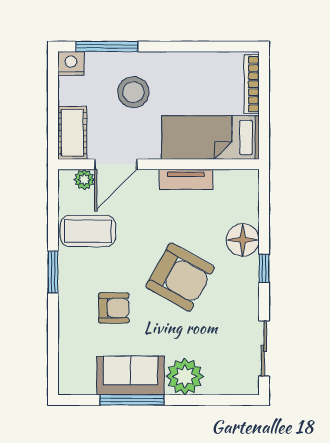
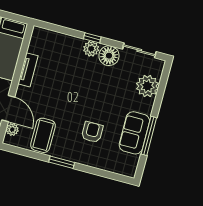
floor lamp: (243, 240) -> (109, 56), moved
plant: (246, 271) -> (91, 49), added
armchair: (180, 277) -> (84, 88), removed
plant: (185, 376) -> (147, 86), moved

